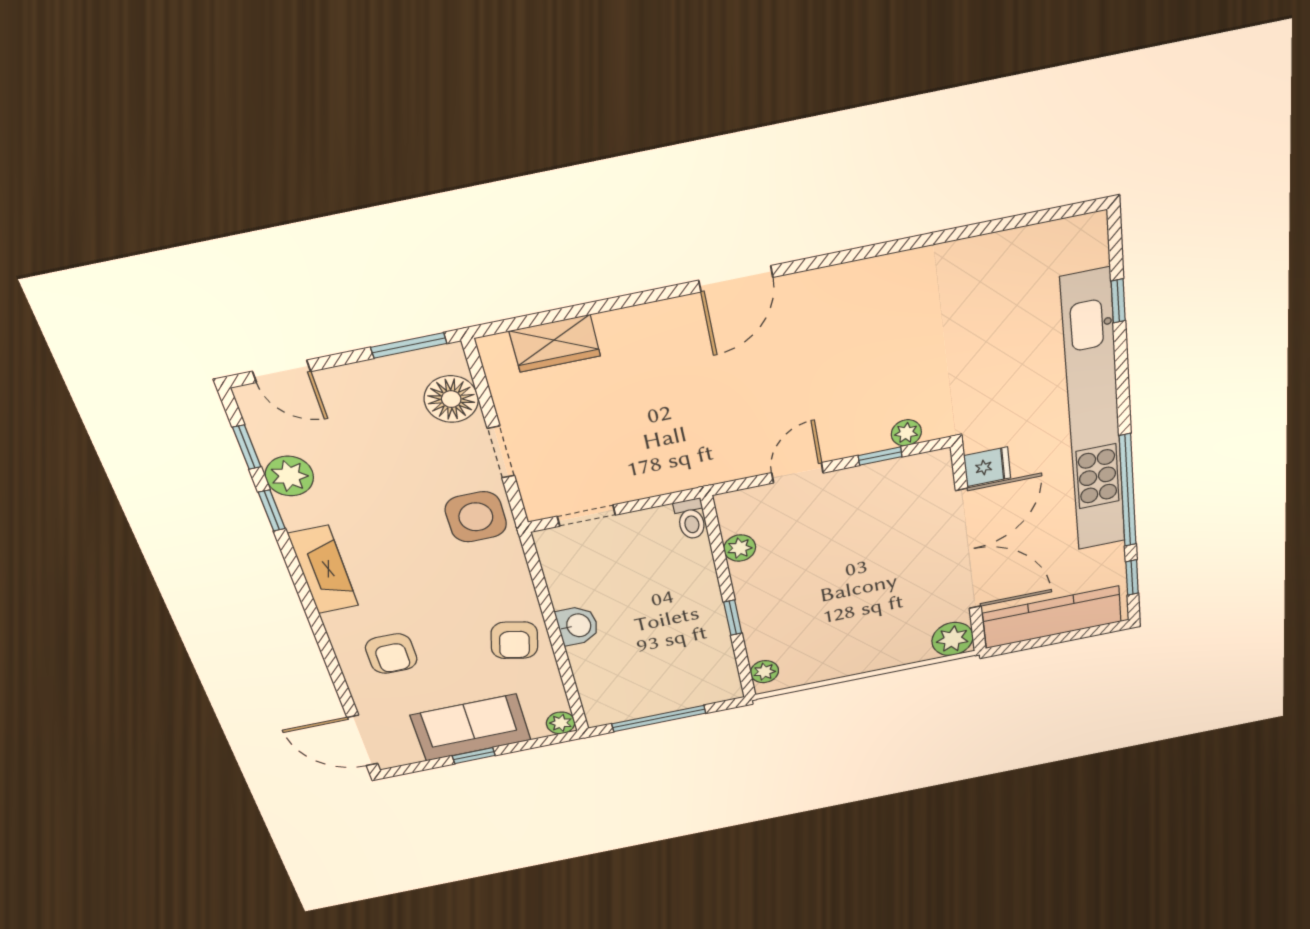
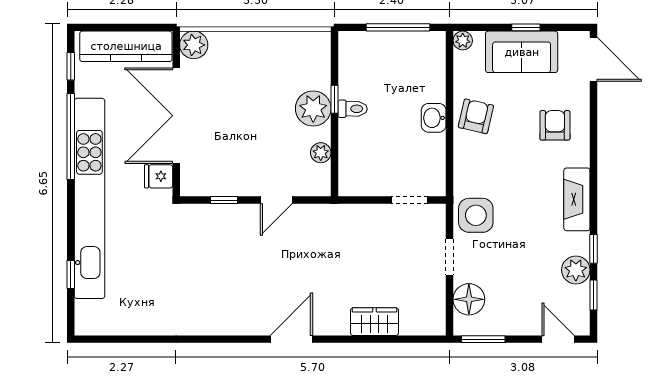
wardrobe: (555, 343) -> (374, 322), moved
plant: (906, 433) -> (206, 213), removed
toilet: (691, 519) -> (353, 109), moved, turned 90
plant: (764, 672) -> (313, 108), moved, width x1.88, depth x1.88

